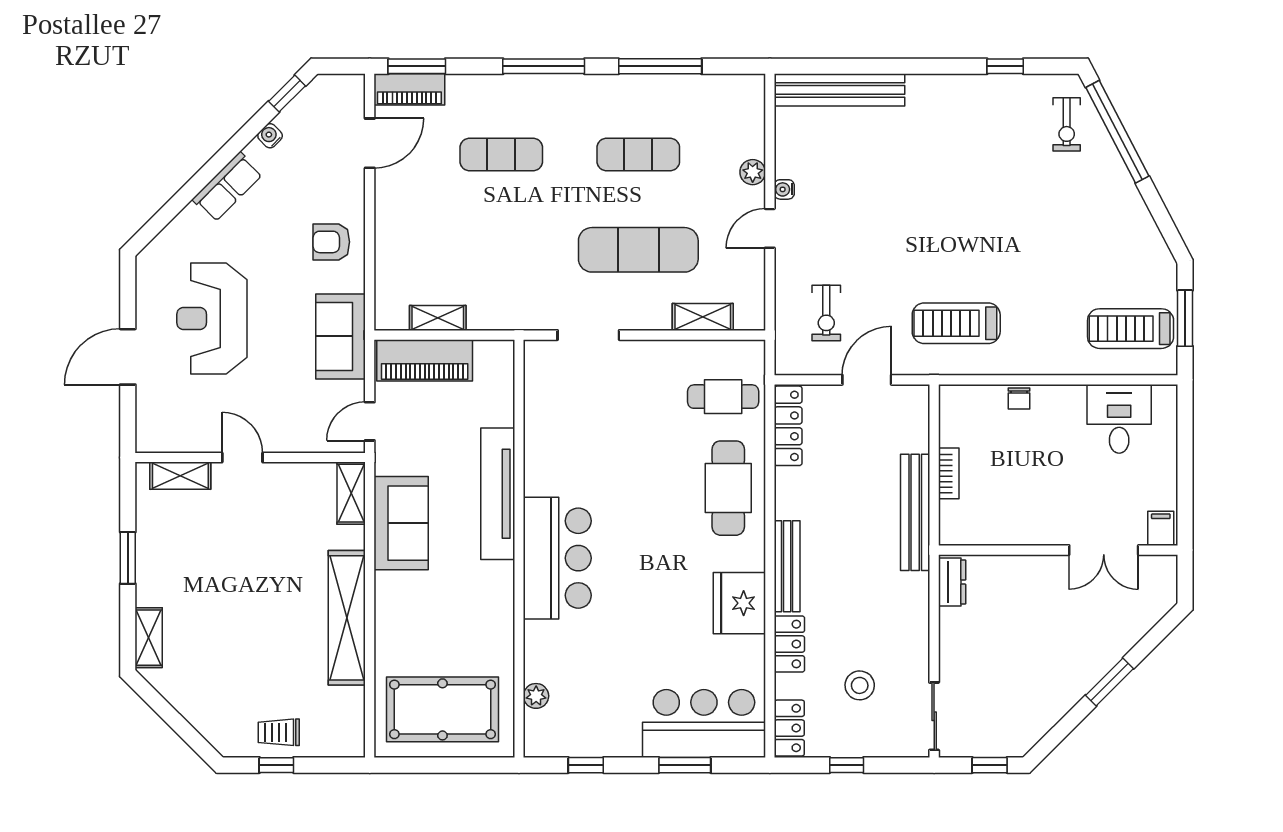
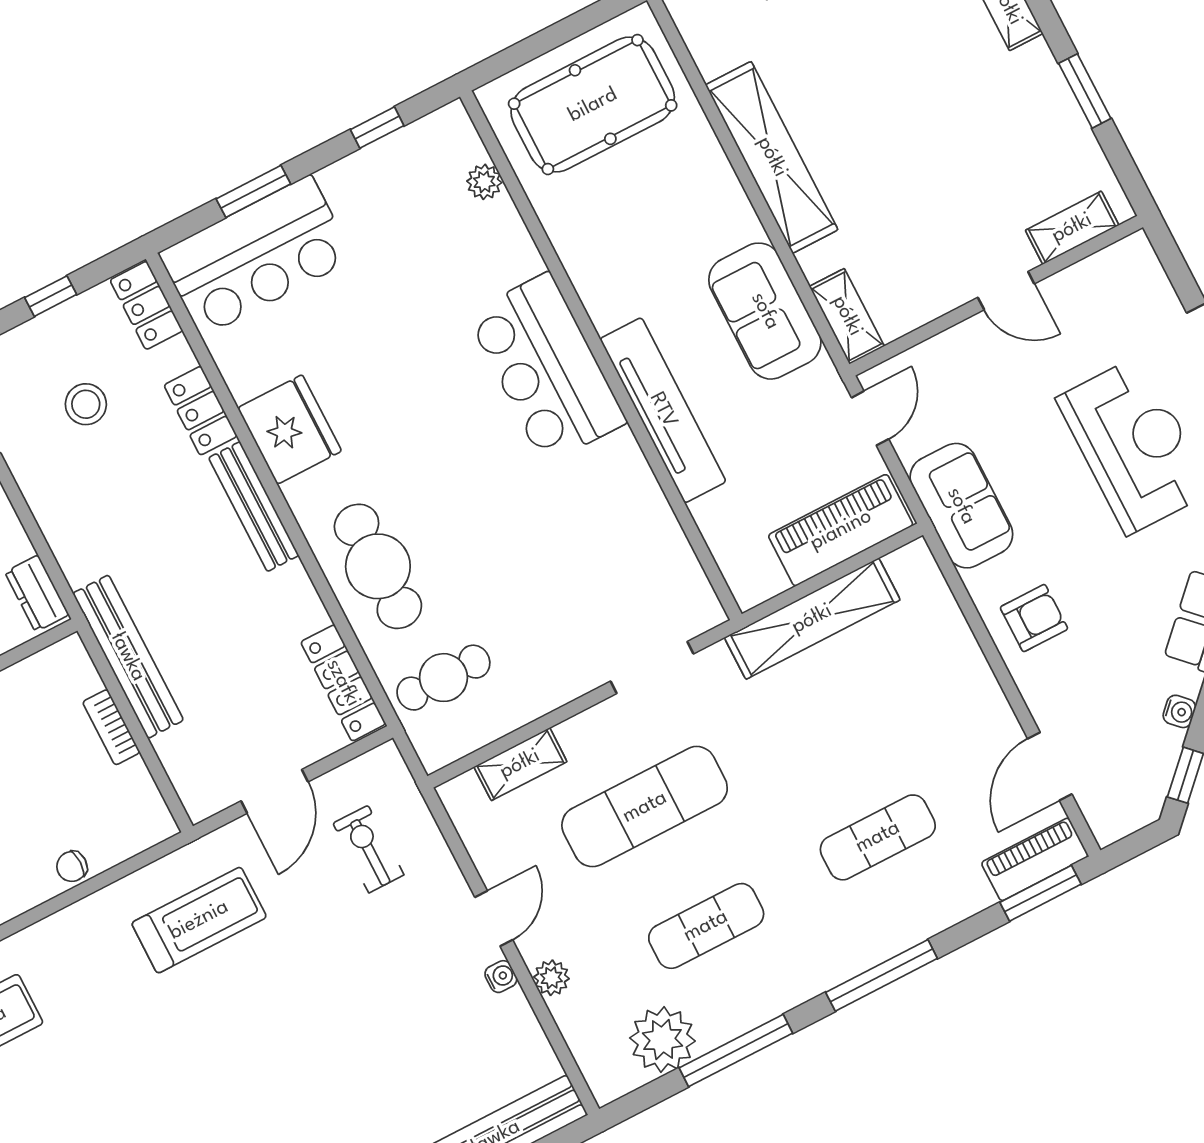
plant: (703, 97) -> (662, 1040), added
shelving: (438, 318) -> (812, 619), width x2.20, depth x1.33
chair: (1019, 398) -> (72, 866), turned -90

